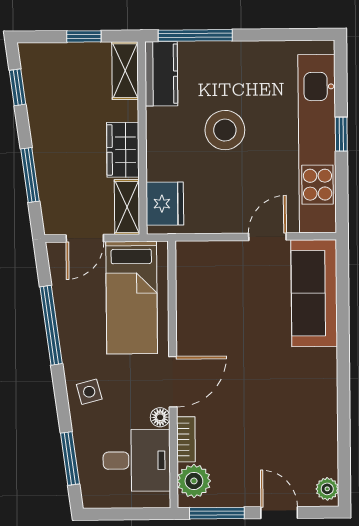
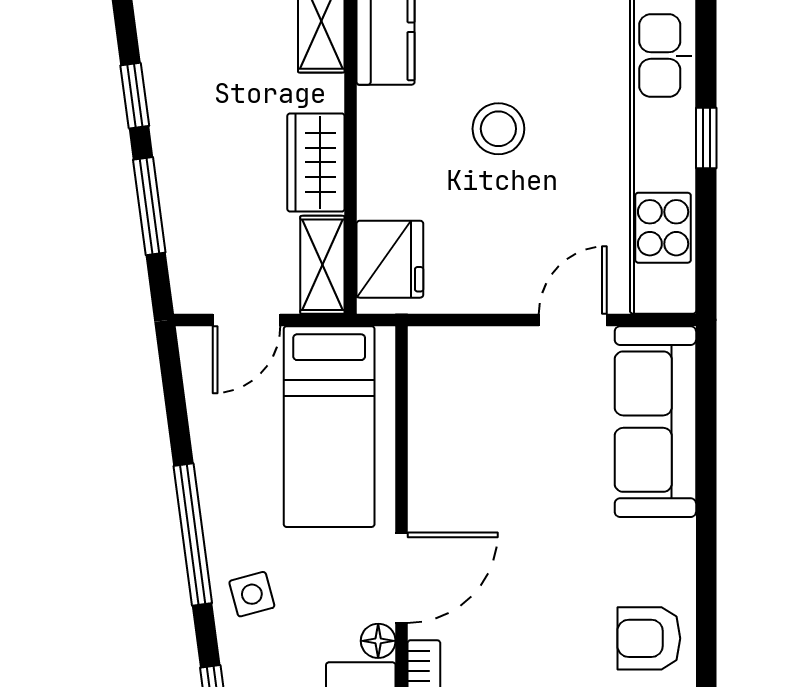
window: (18, 87) -> (135, 96), moved
stool: (225, 130) -> (498, 129), width x0.73, depth x0.73
window: (51, 325) -> (193, 534), moved
armchair: (312, 415) -> (649, 638), added

